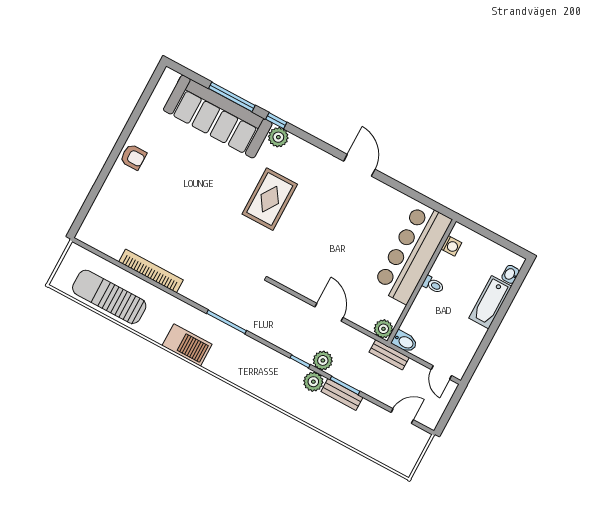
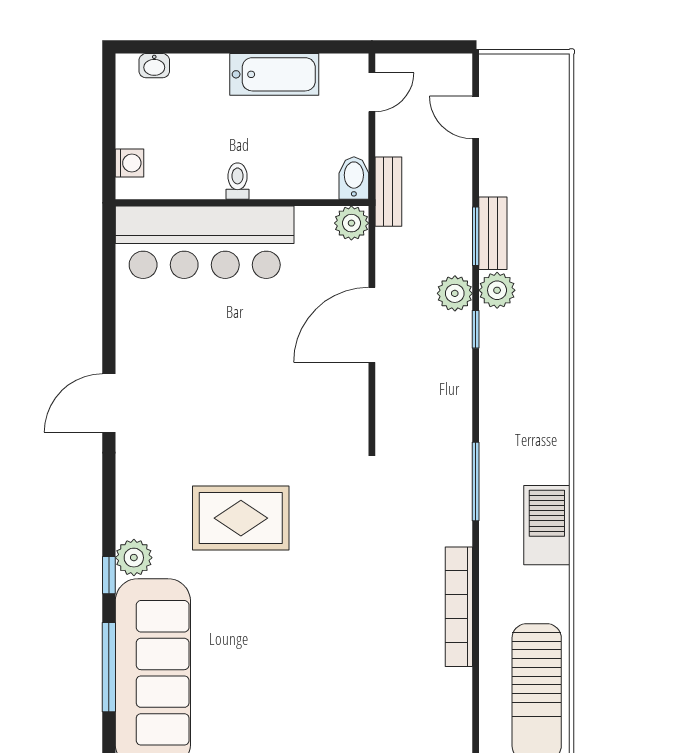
washing machine: (451, 246) -> (130, 163), moved, turned 90
bookcase: (151, 271) -> (459, 607), moved
bathtub: (490, 302) -> (274, 74), moved
door: (329, 312) -> (372, 325), width x1.36

